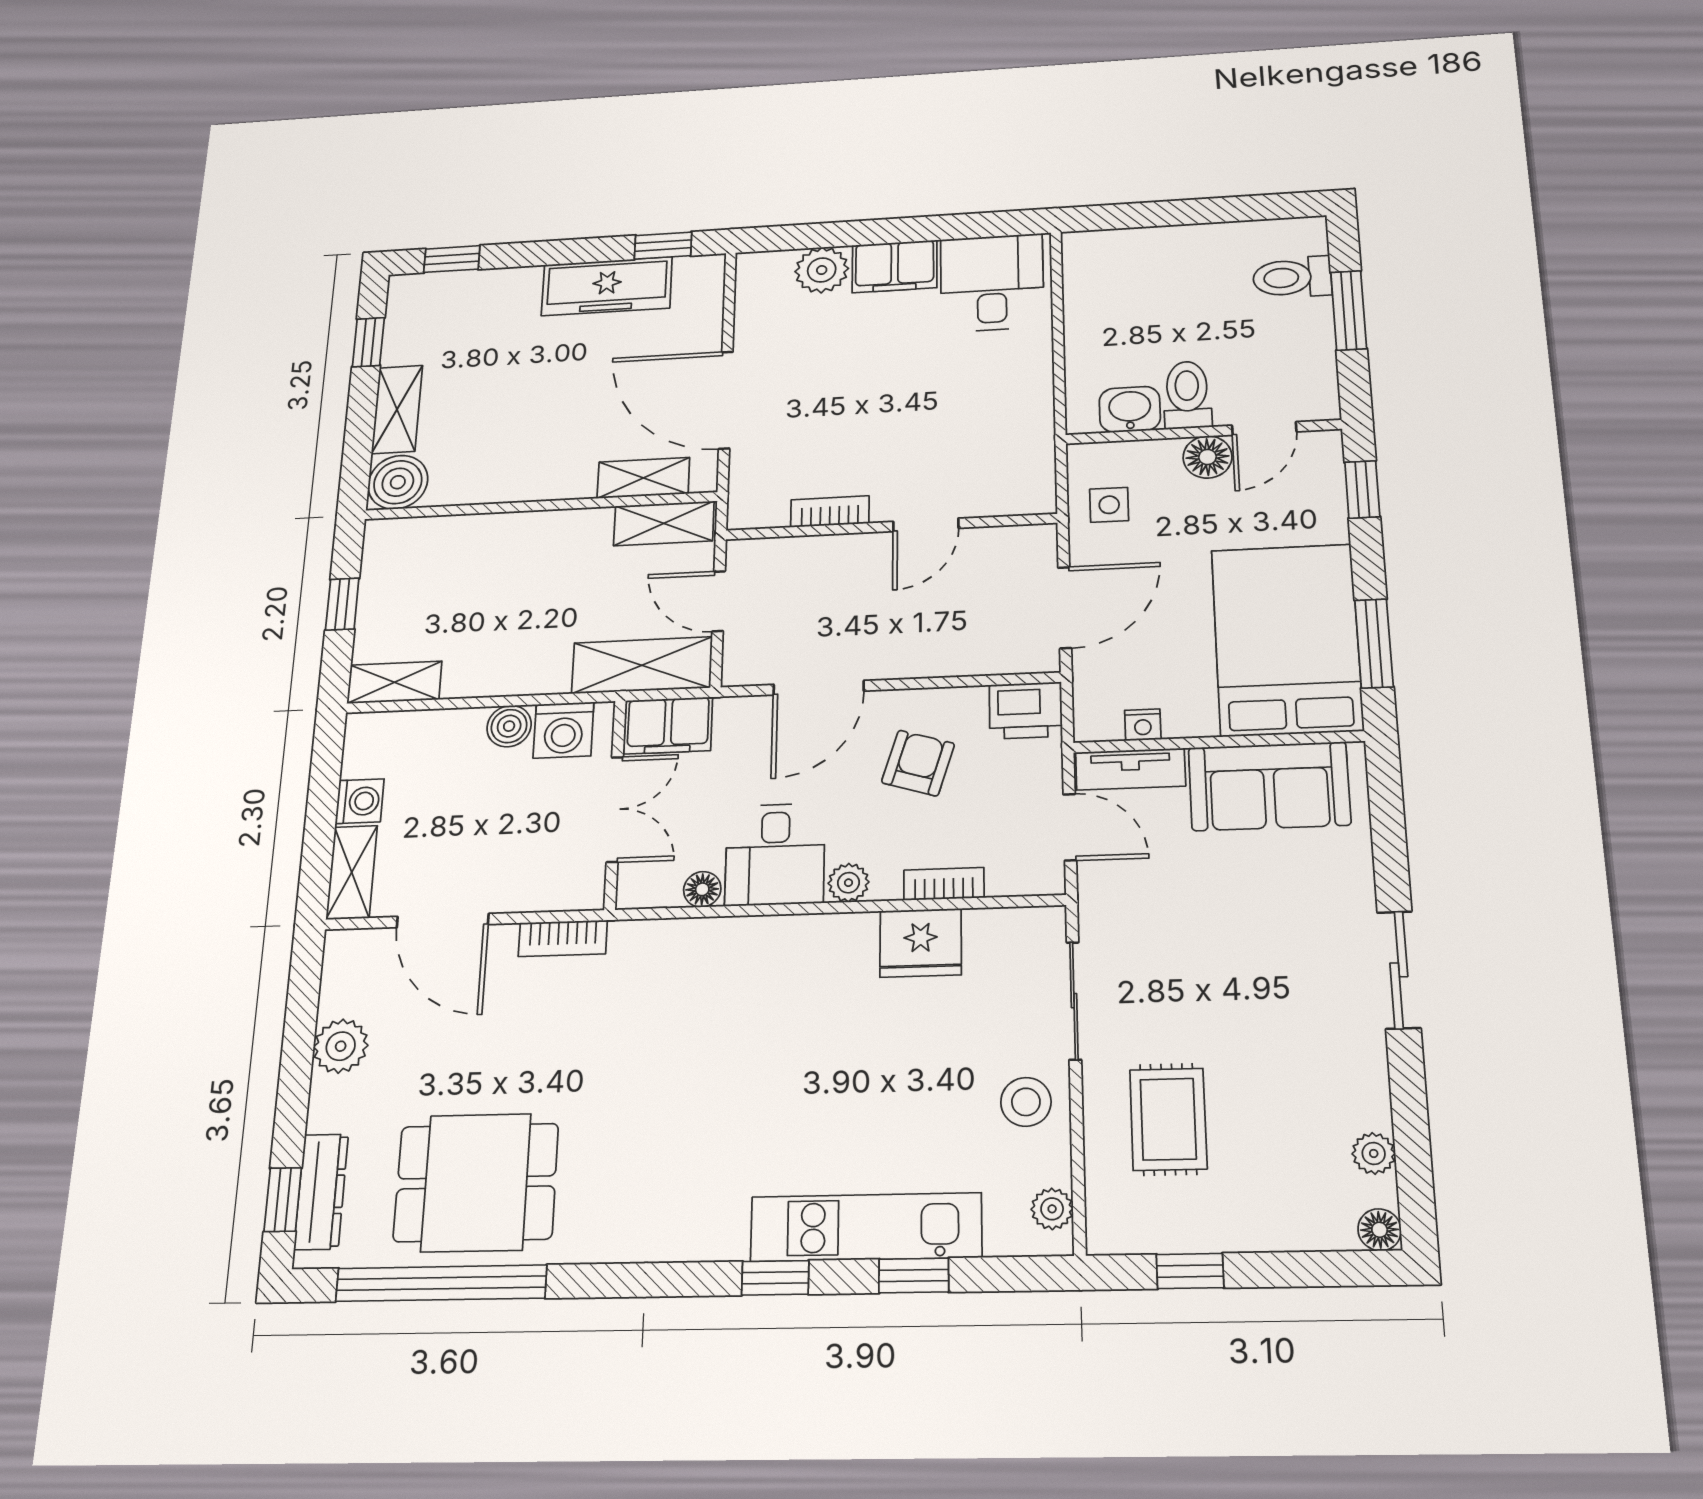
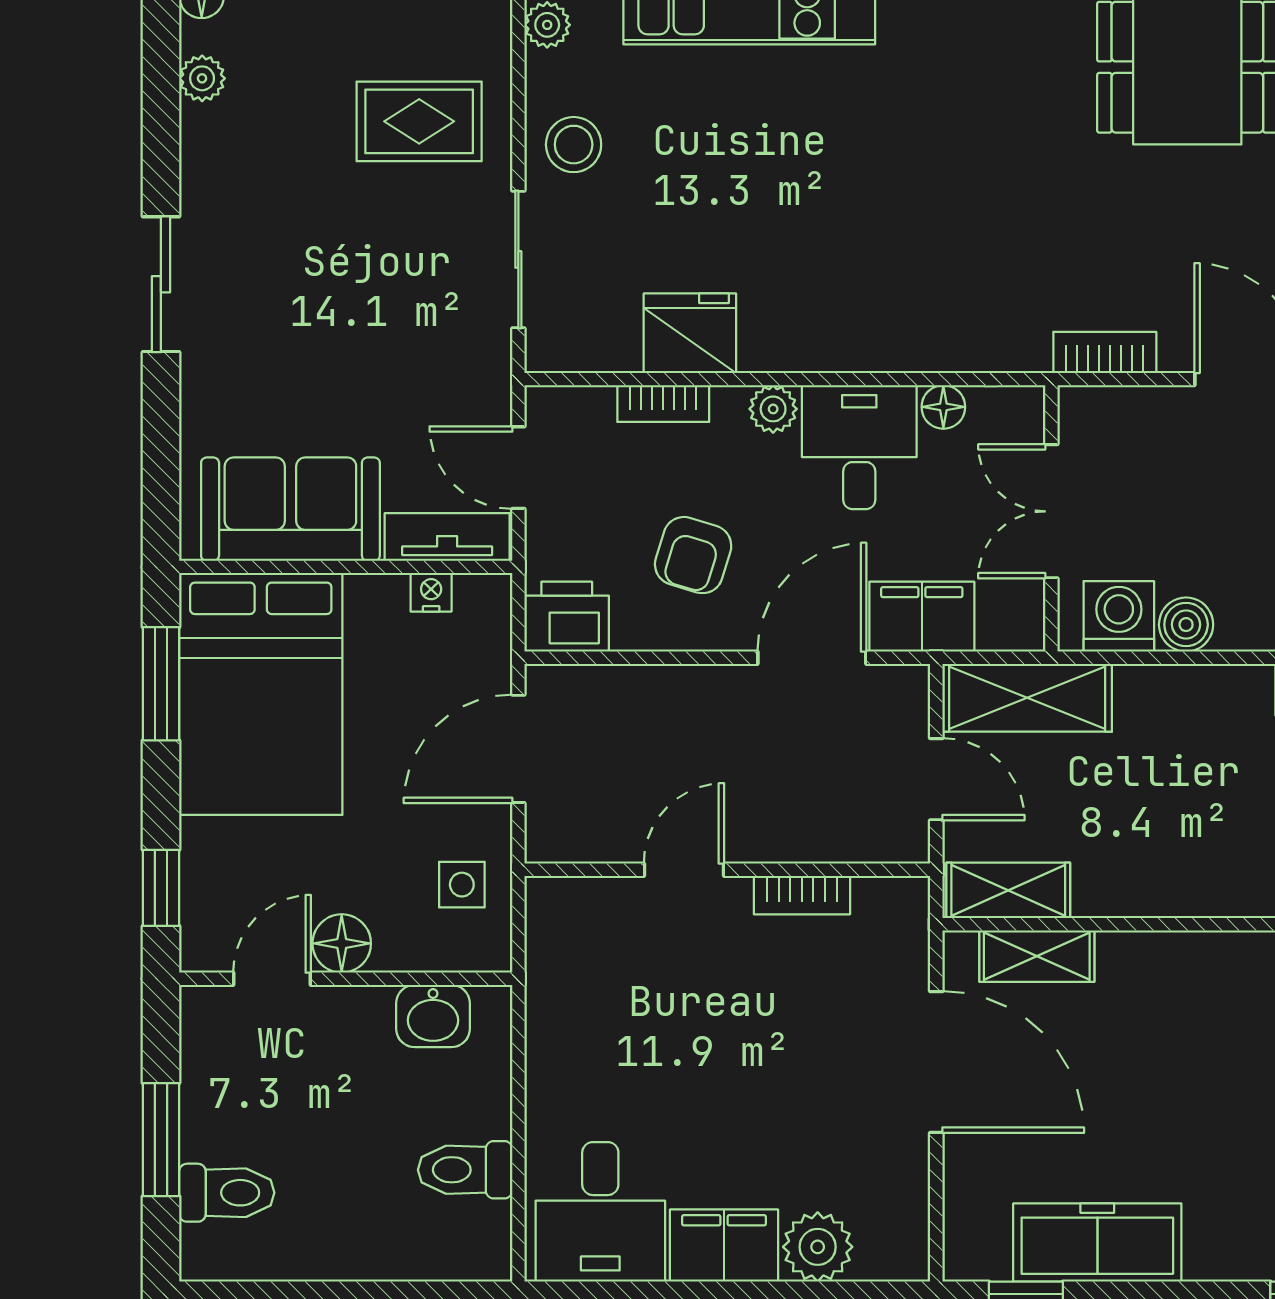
toilet: (1187, 395) -> (465, 1170), moved, turned 90
filing cabinet: (668, 725) -> (922, 617), moved
rug: (1168, 1119) -> (419, 121), turned 90

